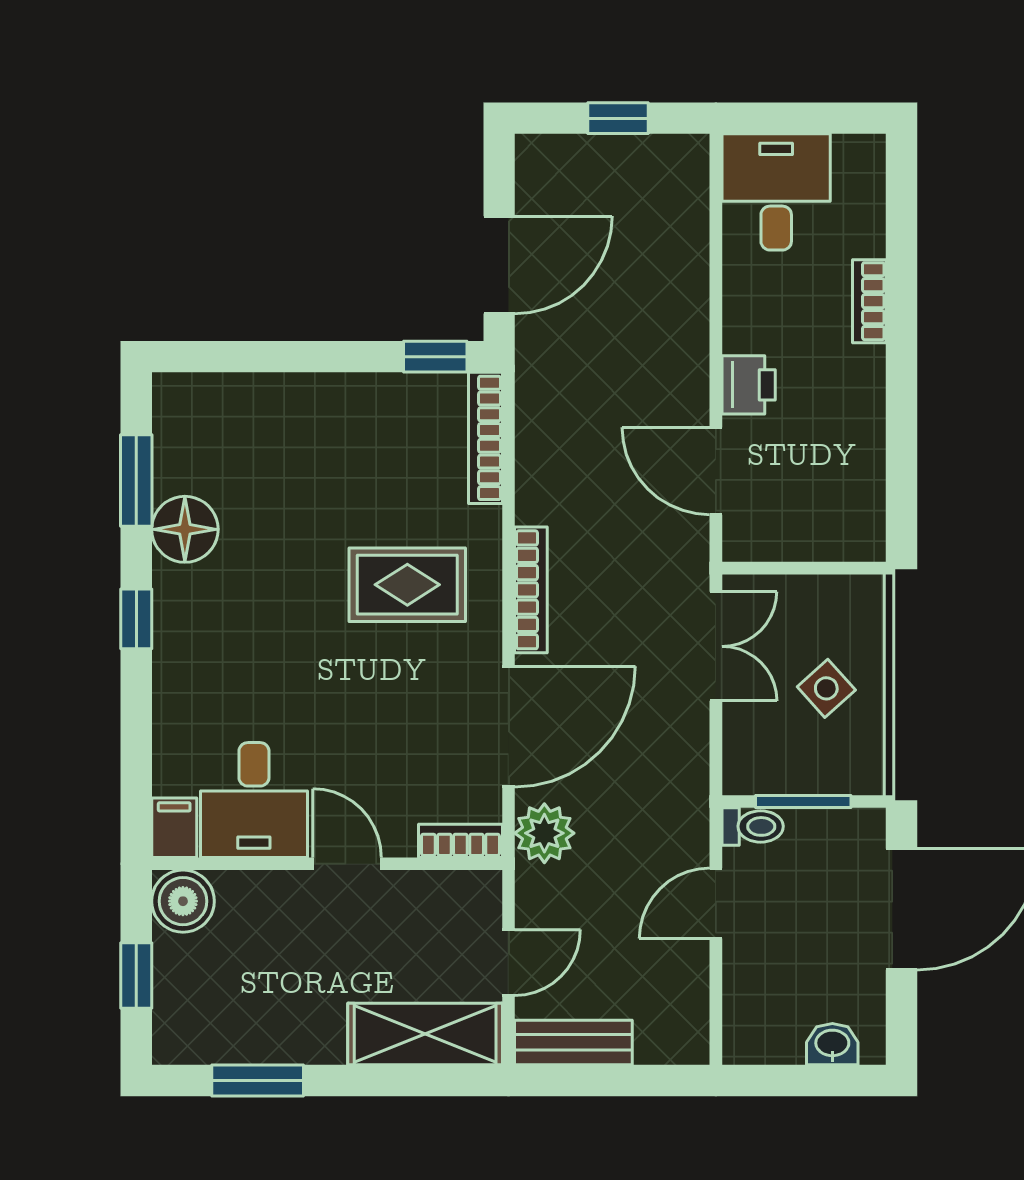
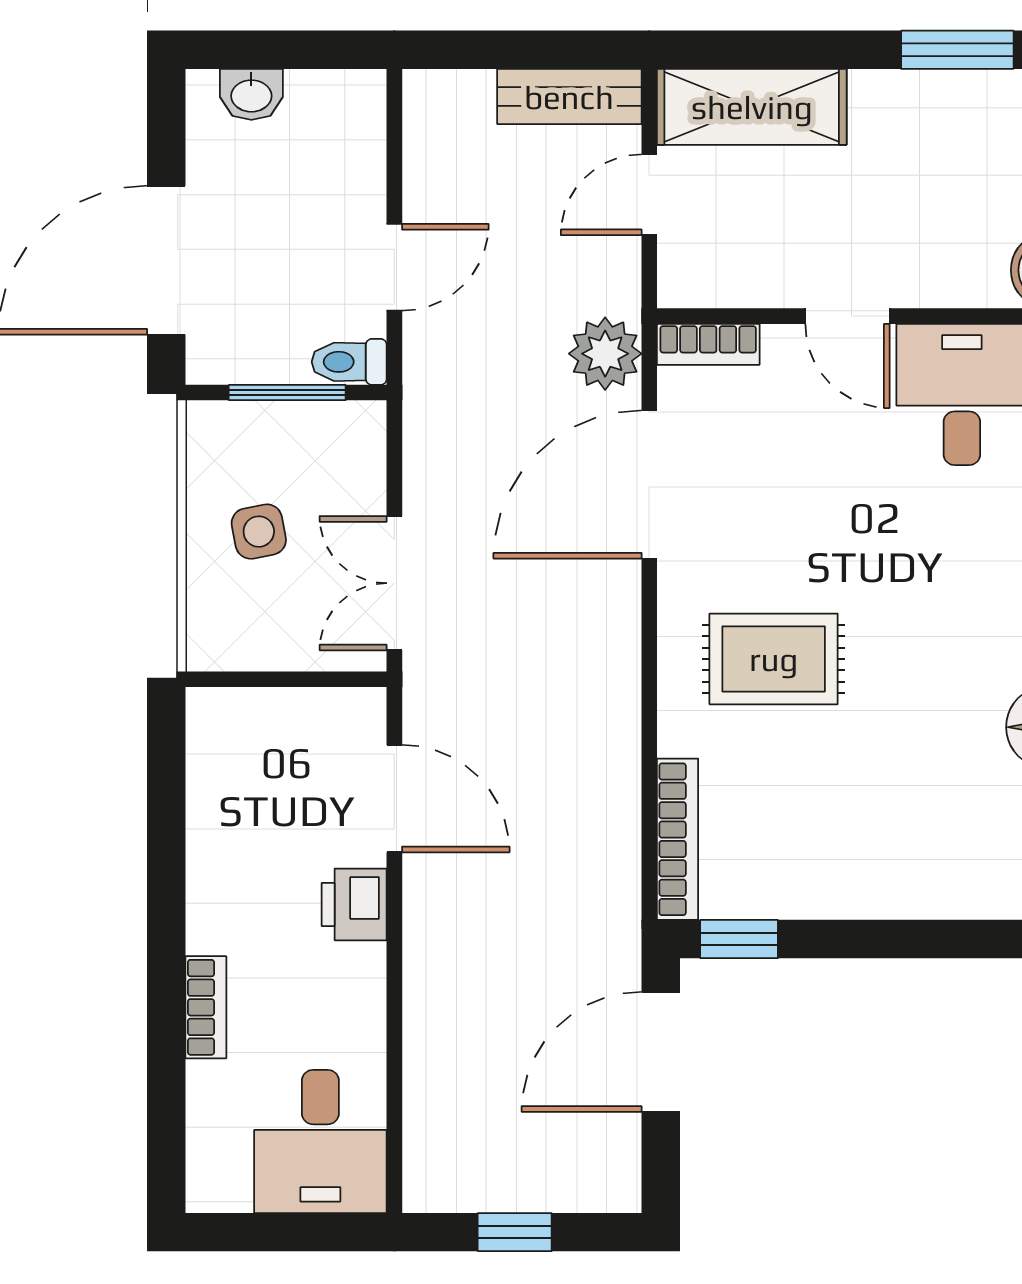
bookcase: (531, 590) -> (622, 653), removed
side table: (826, 688) -> (259, 532), turned 31

